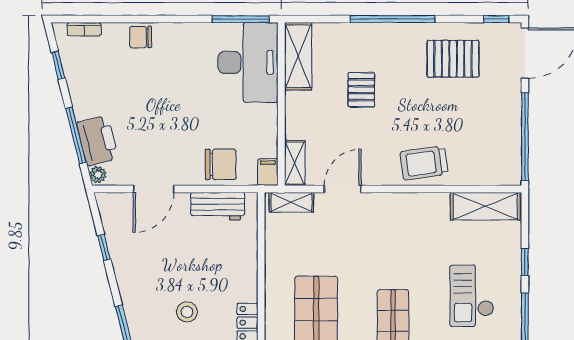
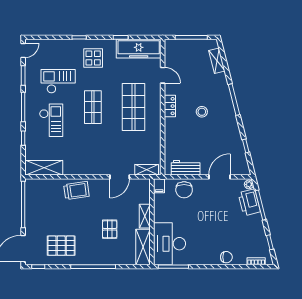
shelving: (295, 163) -> (145, 216), moved
chair: (221, 164) -> (184, 190), turned -90

